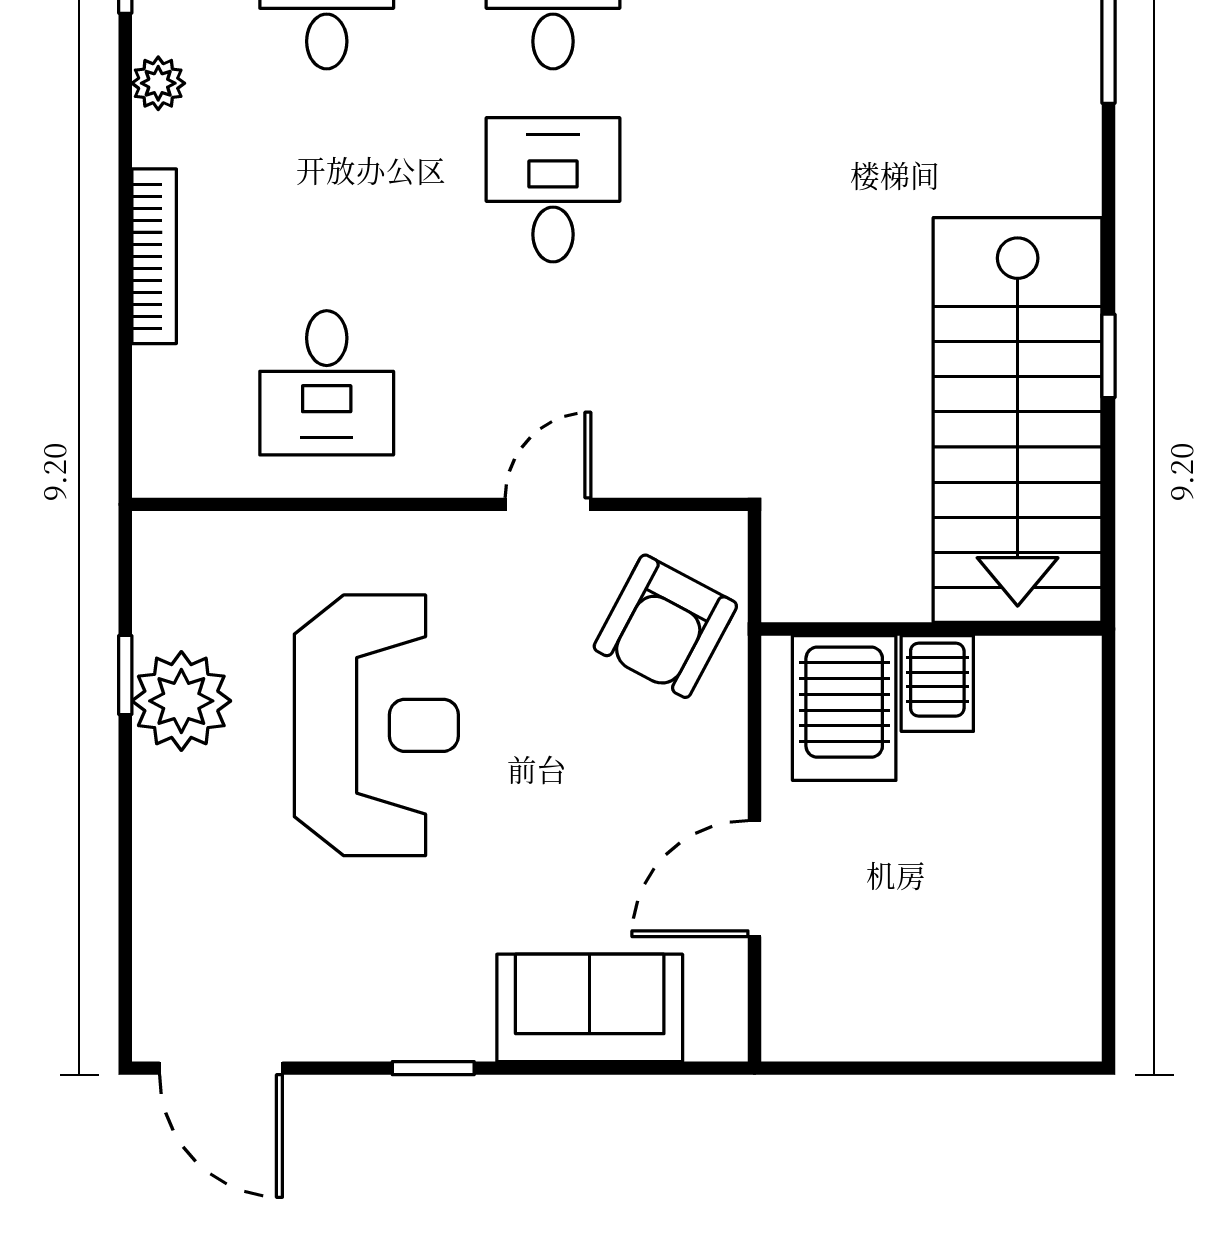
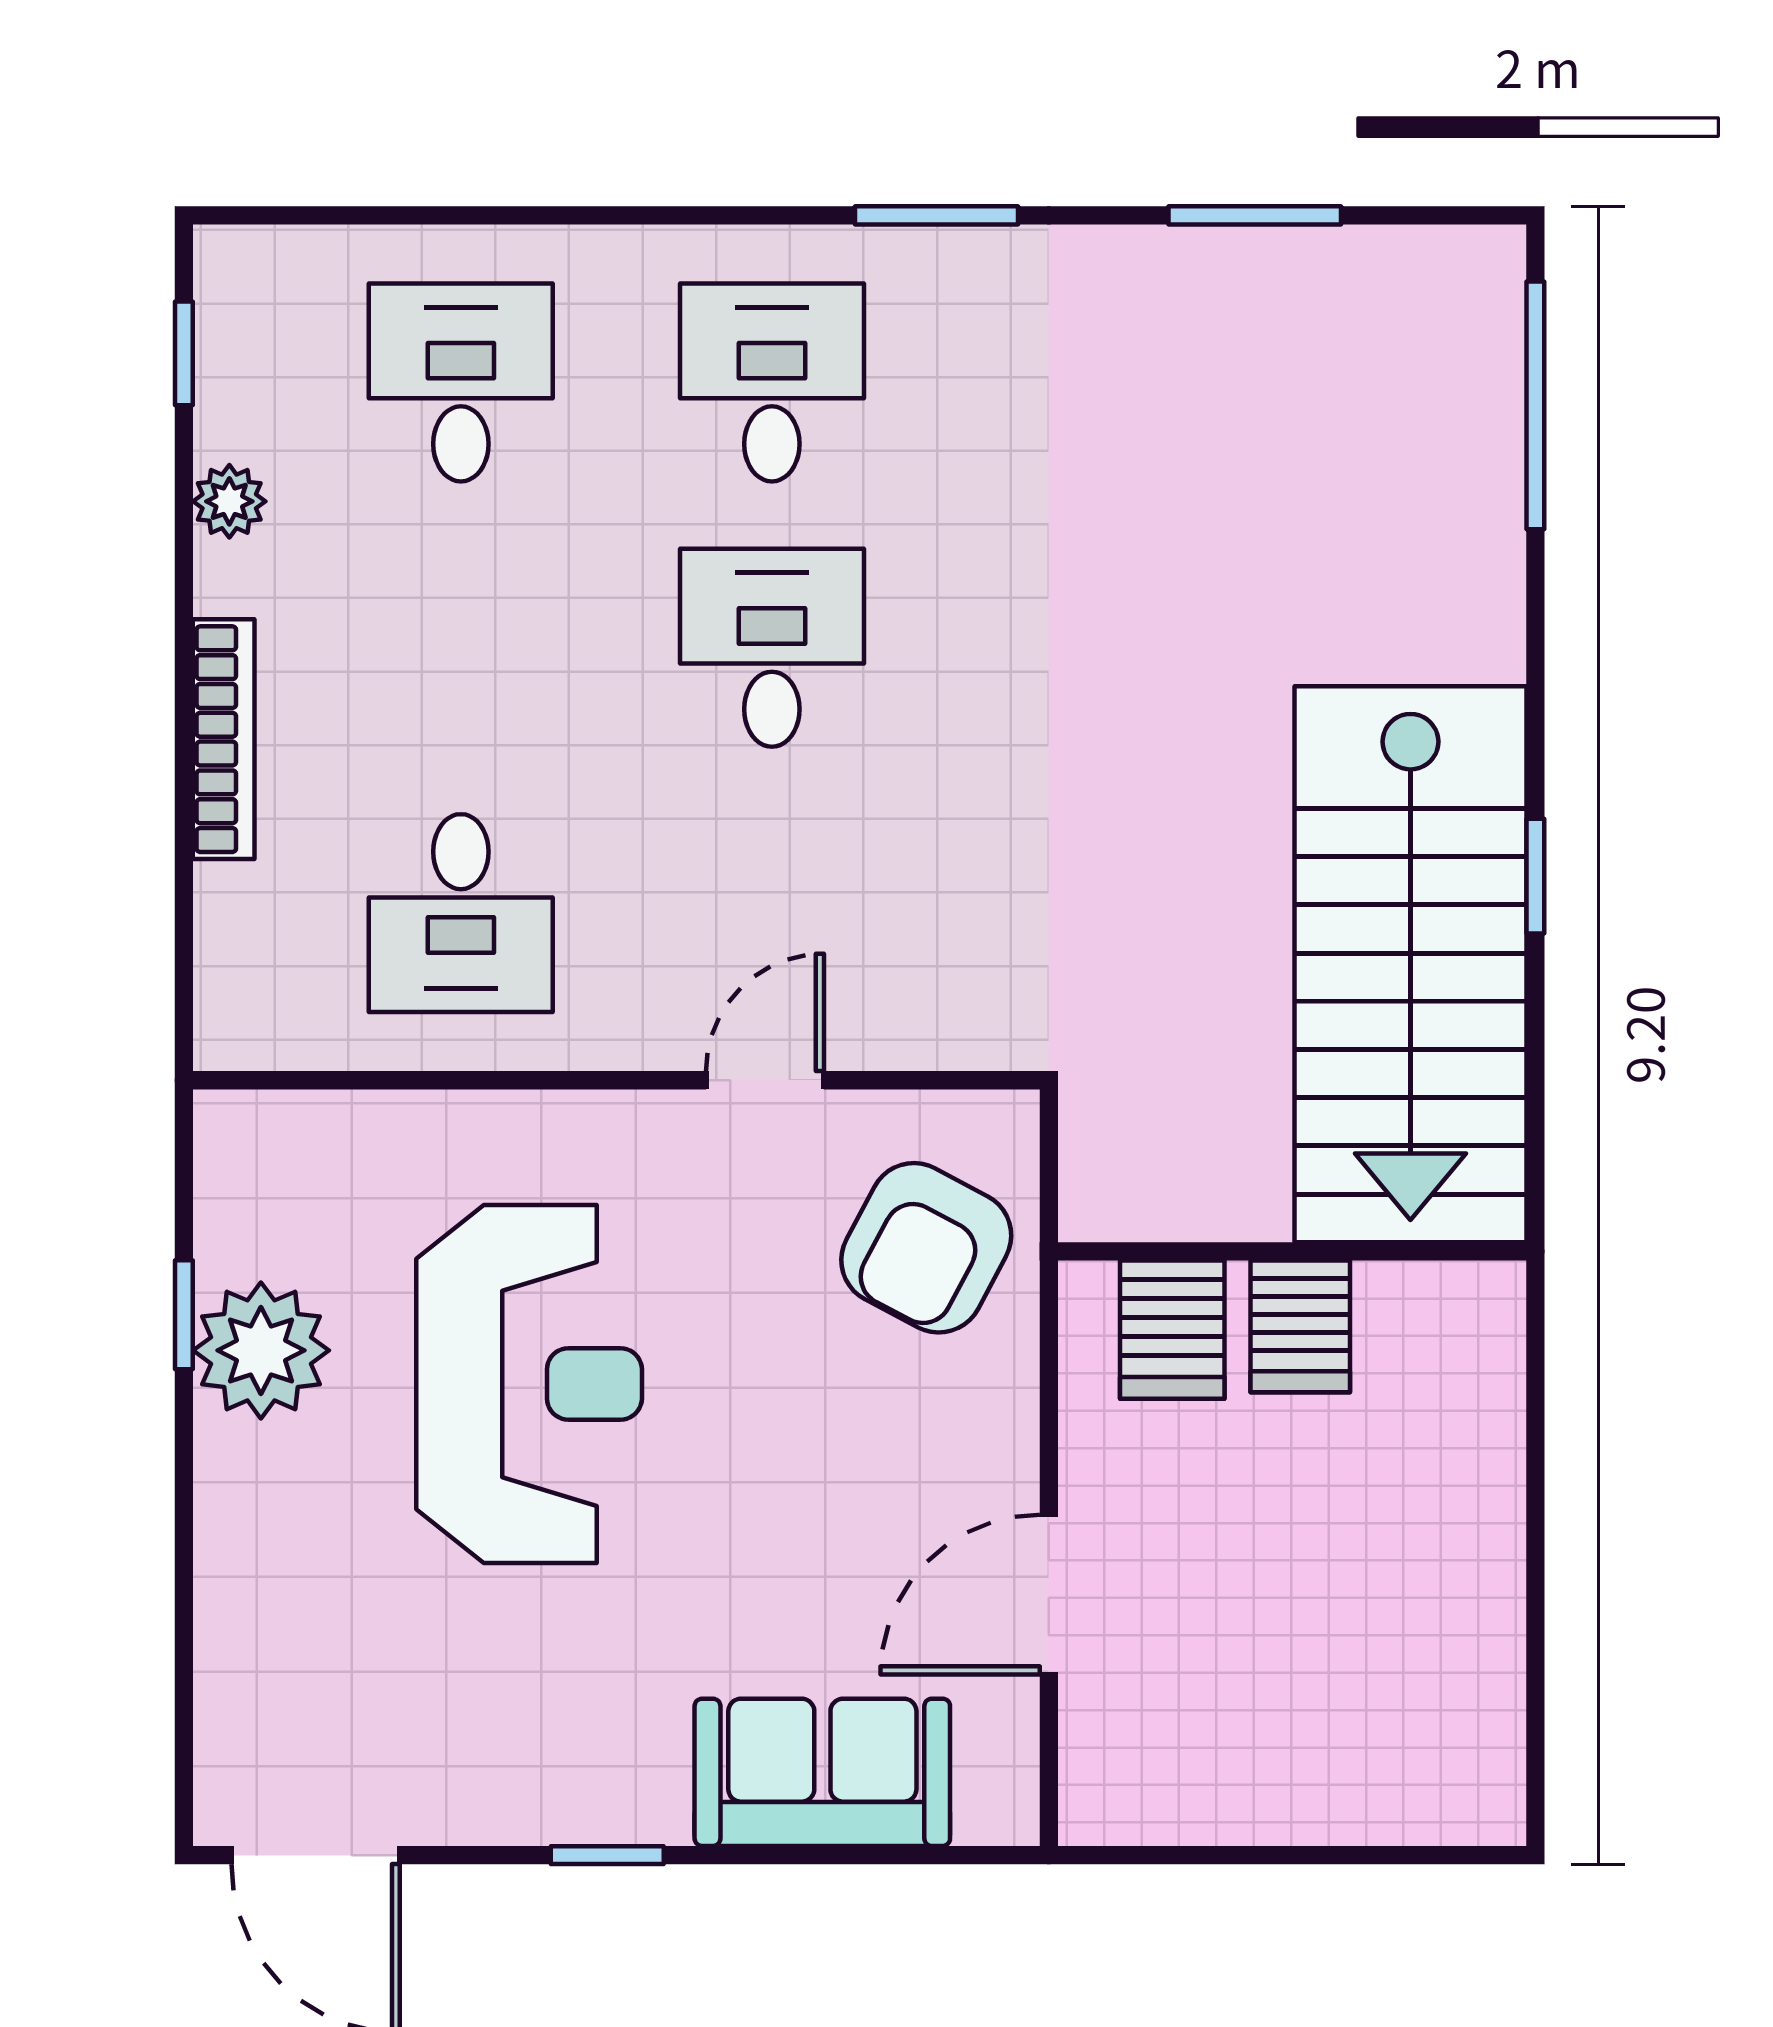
server rack: (844, 708) -> (1172, 1330), width x0.73, depth x0.70

